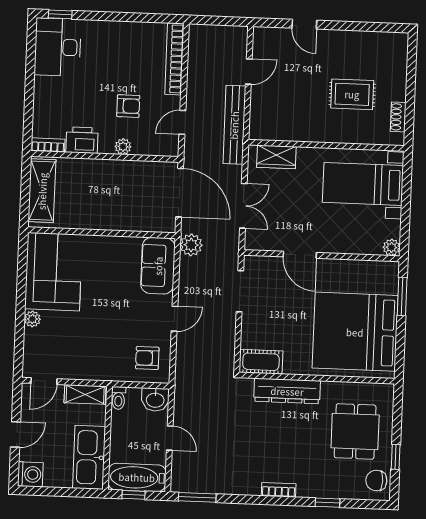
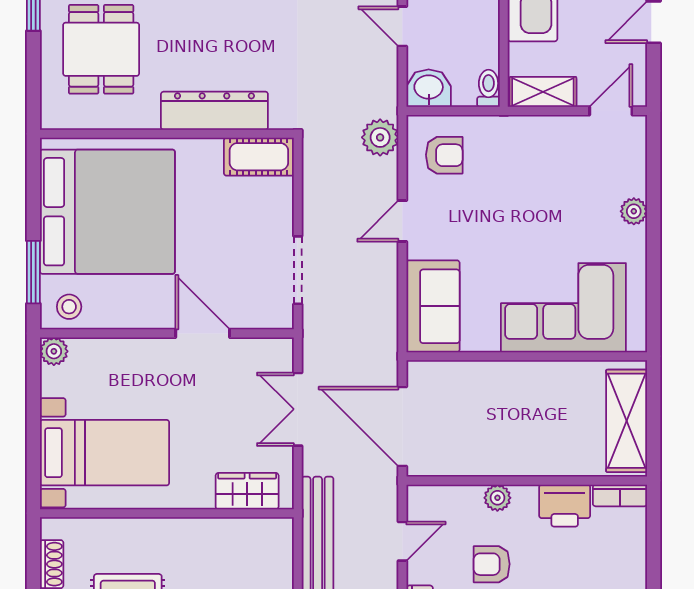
plant: (191, 245) -> (380, 137), moved
corner sofa: (53, 272) -> (563, 308), moved, turned 90
stool: (381, 274) -> (69, 307), added

